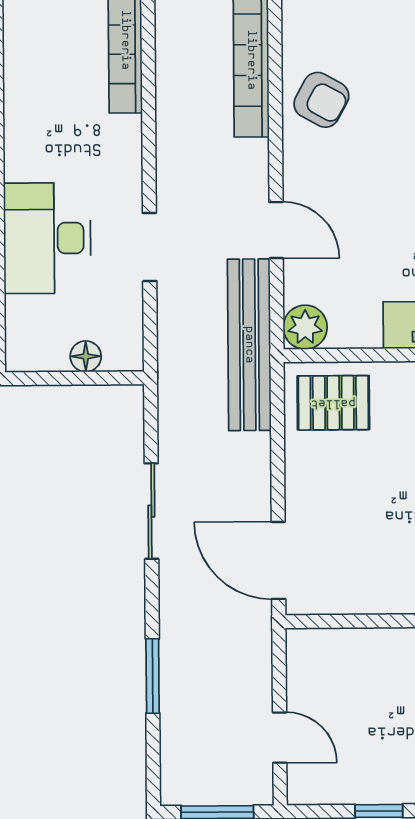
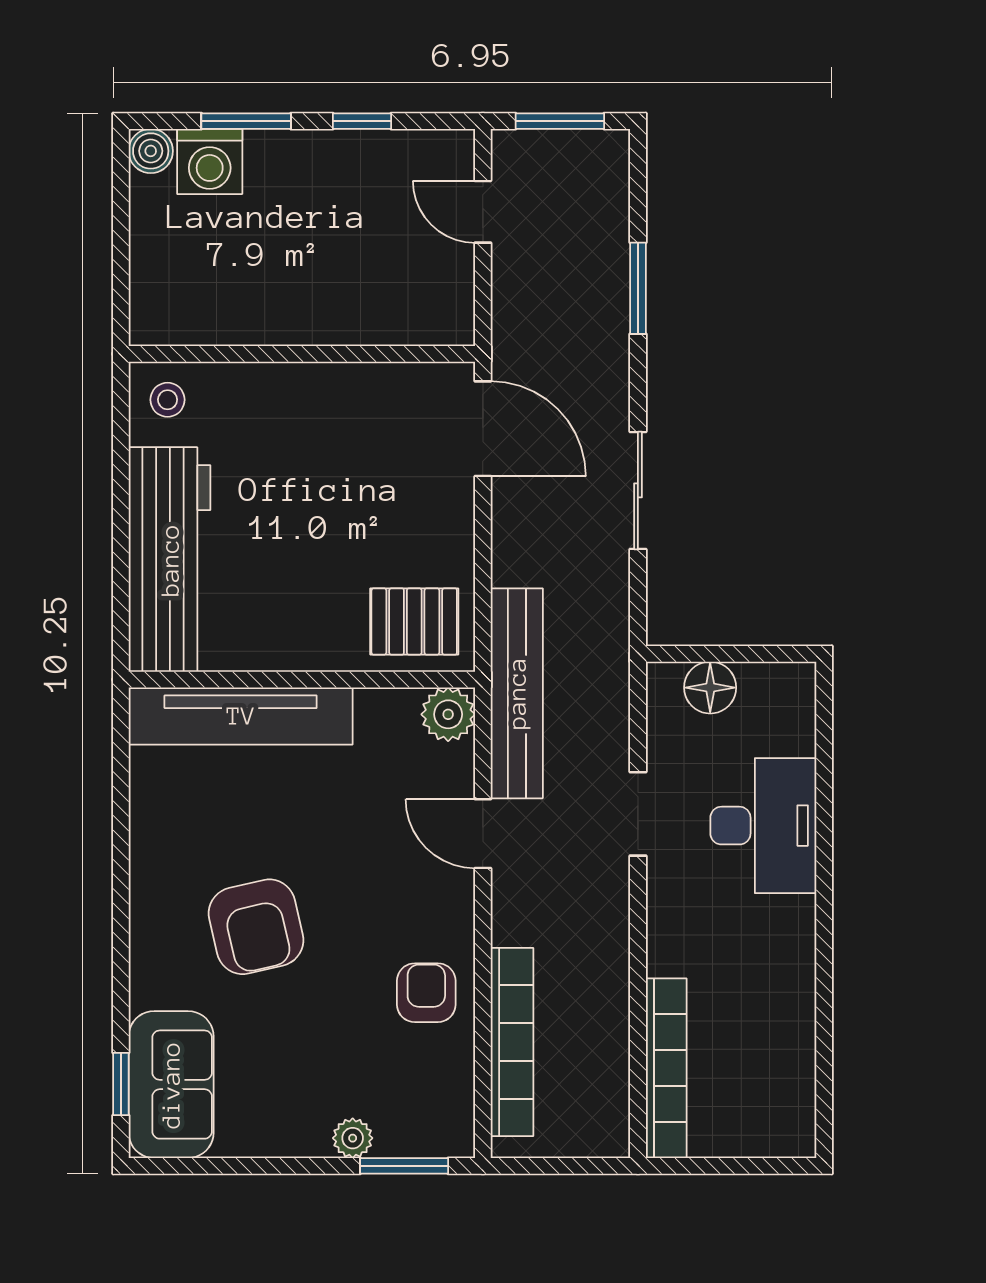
armchair: (321, 100) -> (426, 993), turned 61
floor lamp: (86, 356) -> (710, 688), width x1.37, depth x1.37

